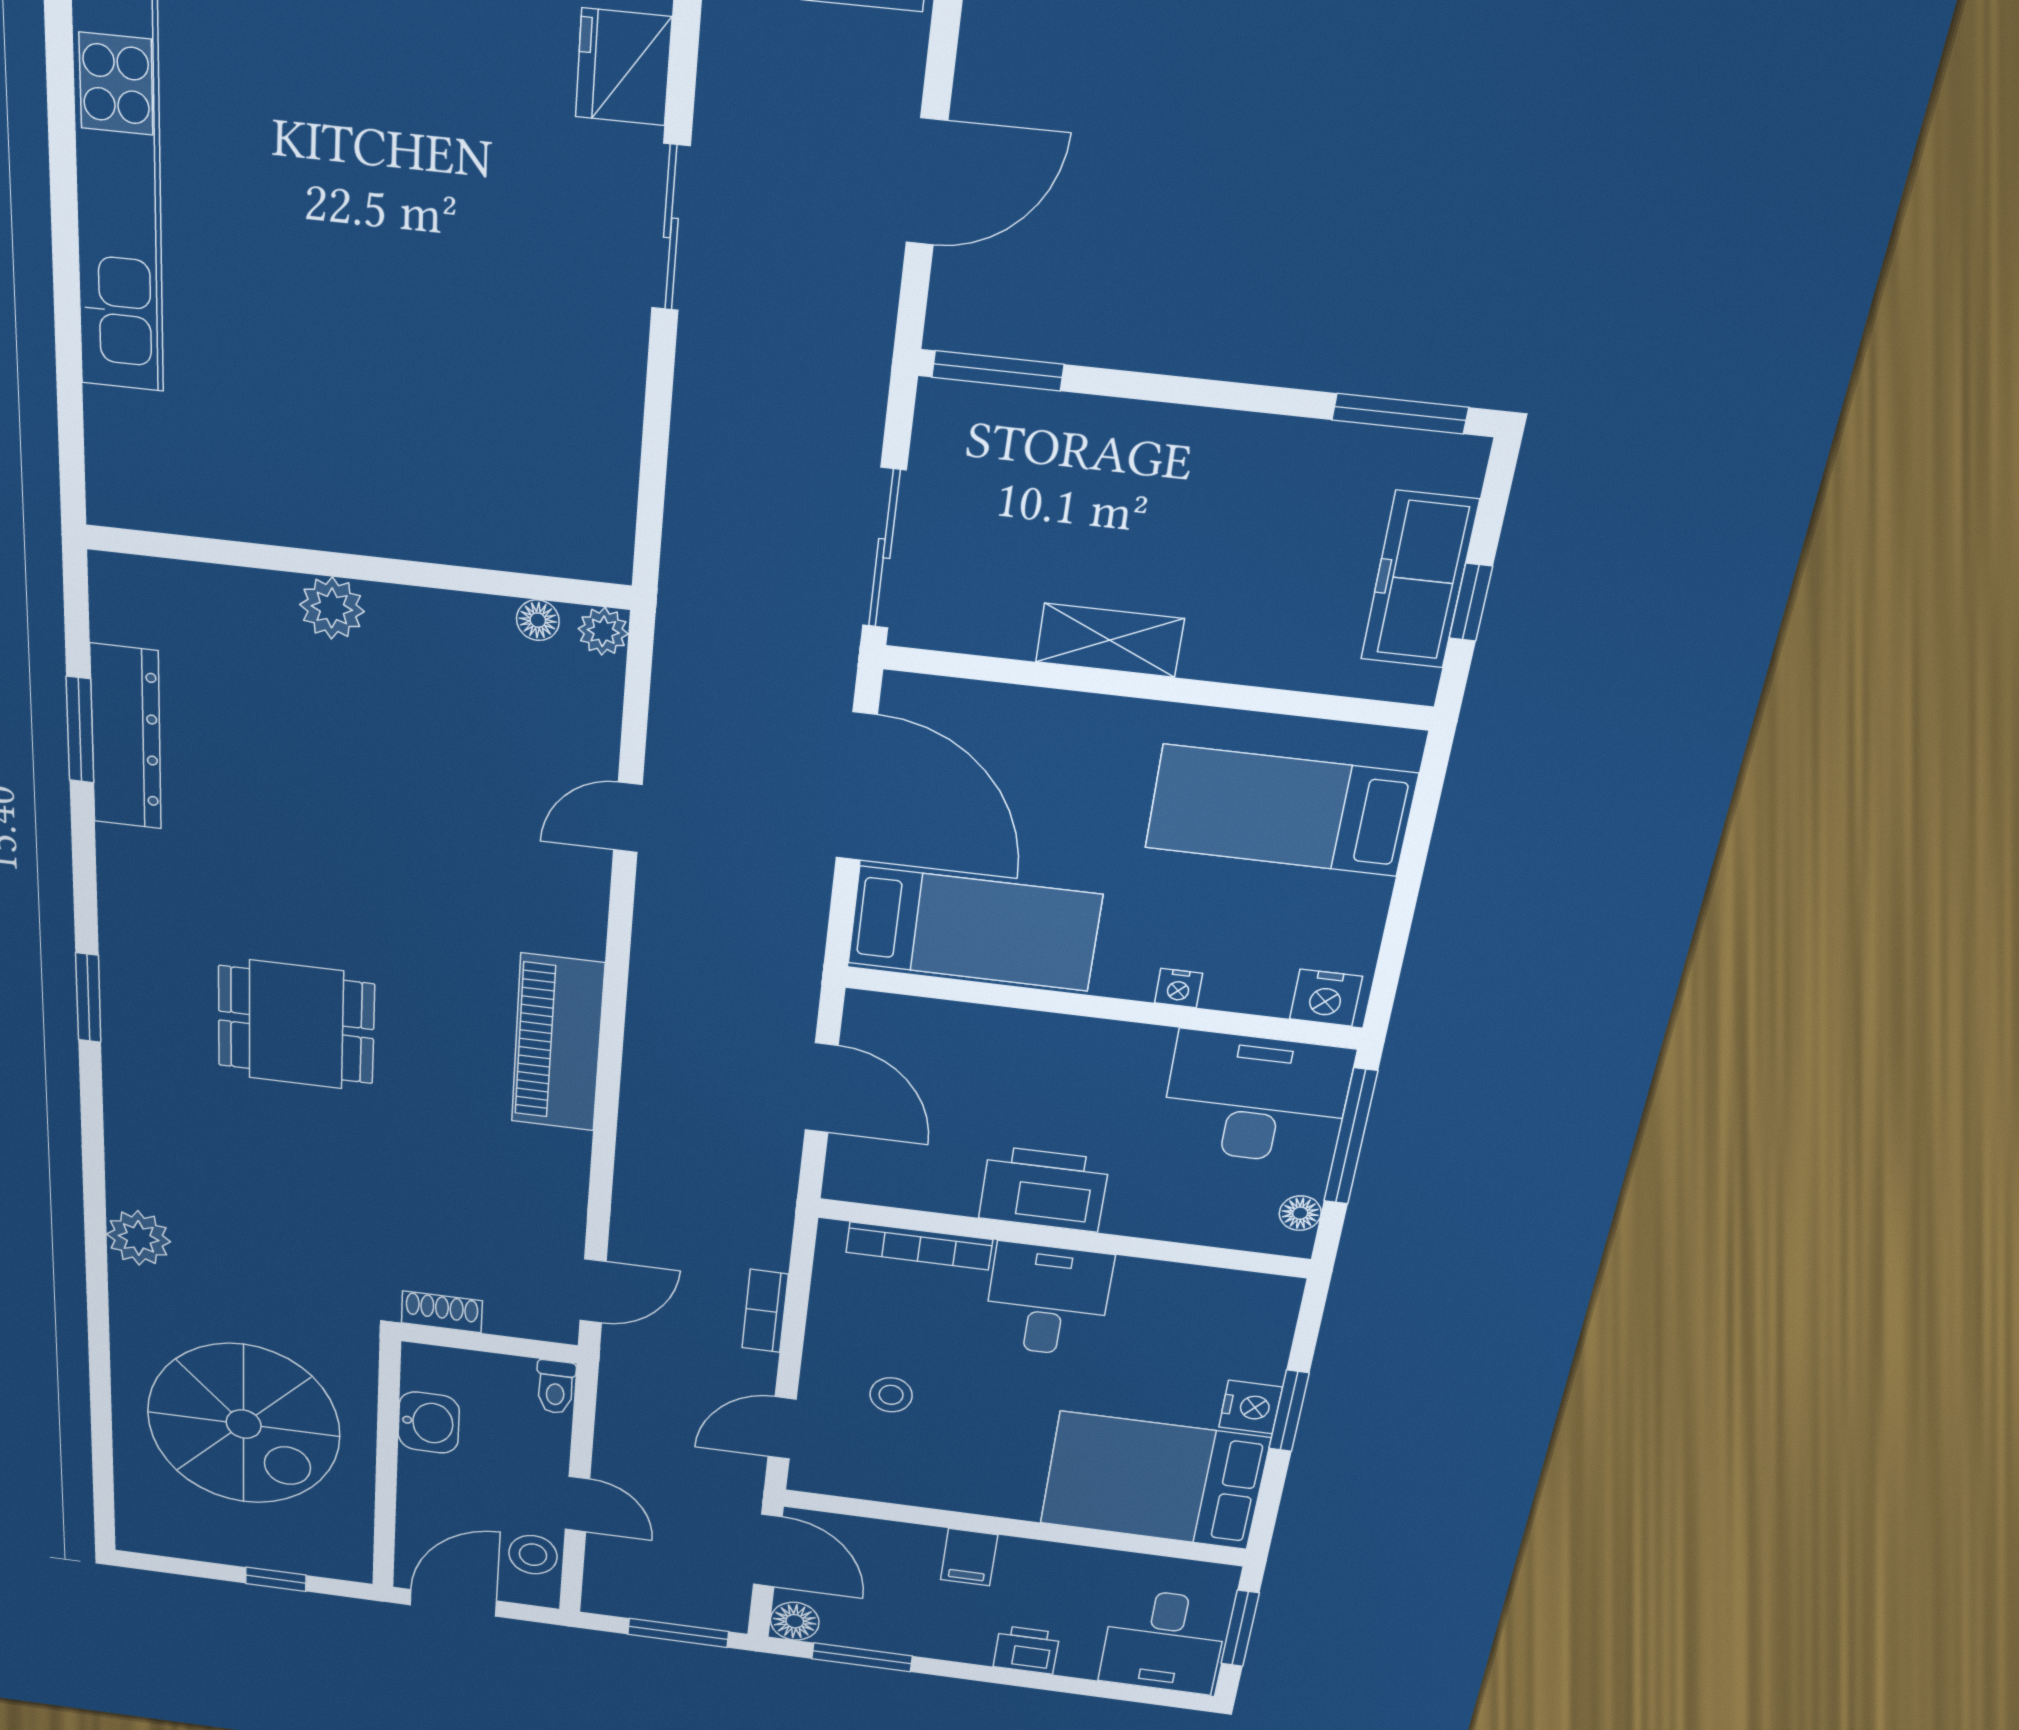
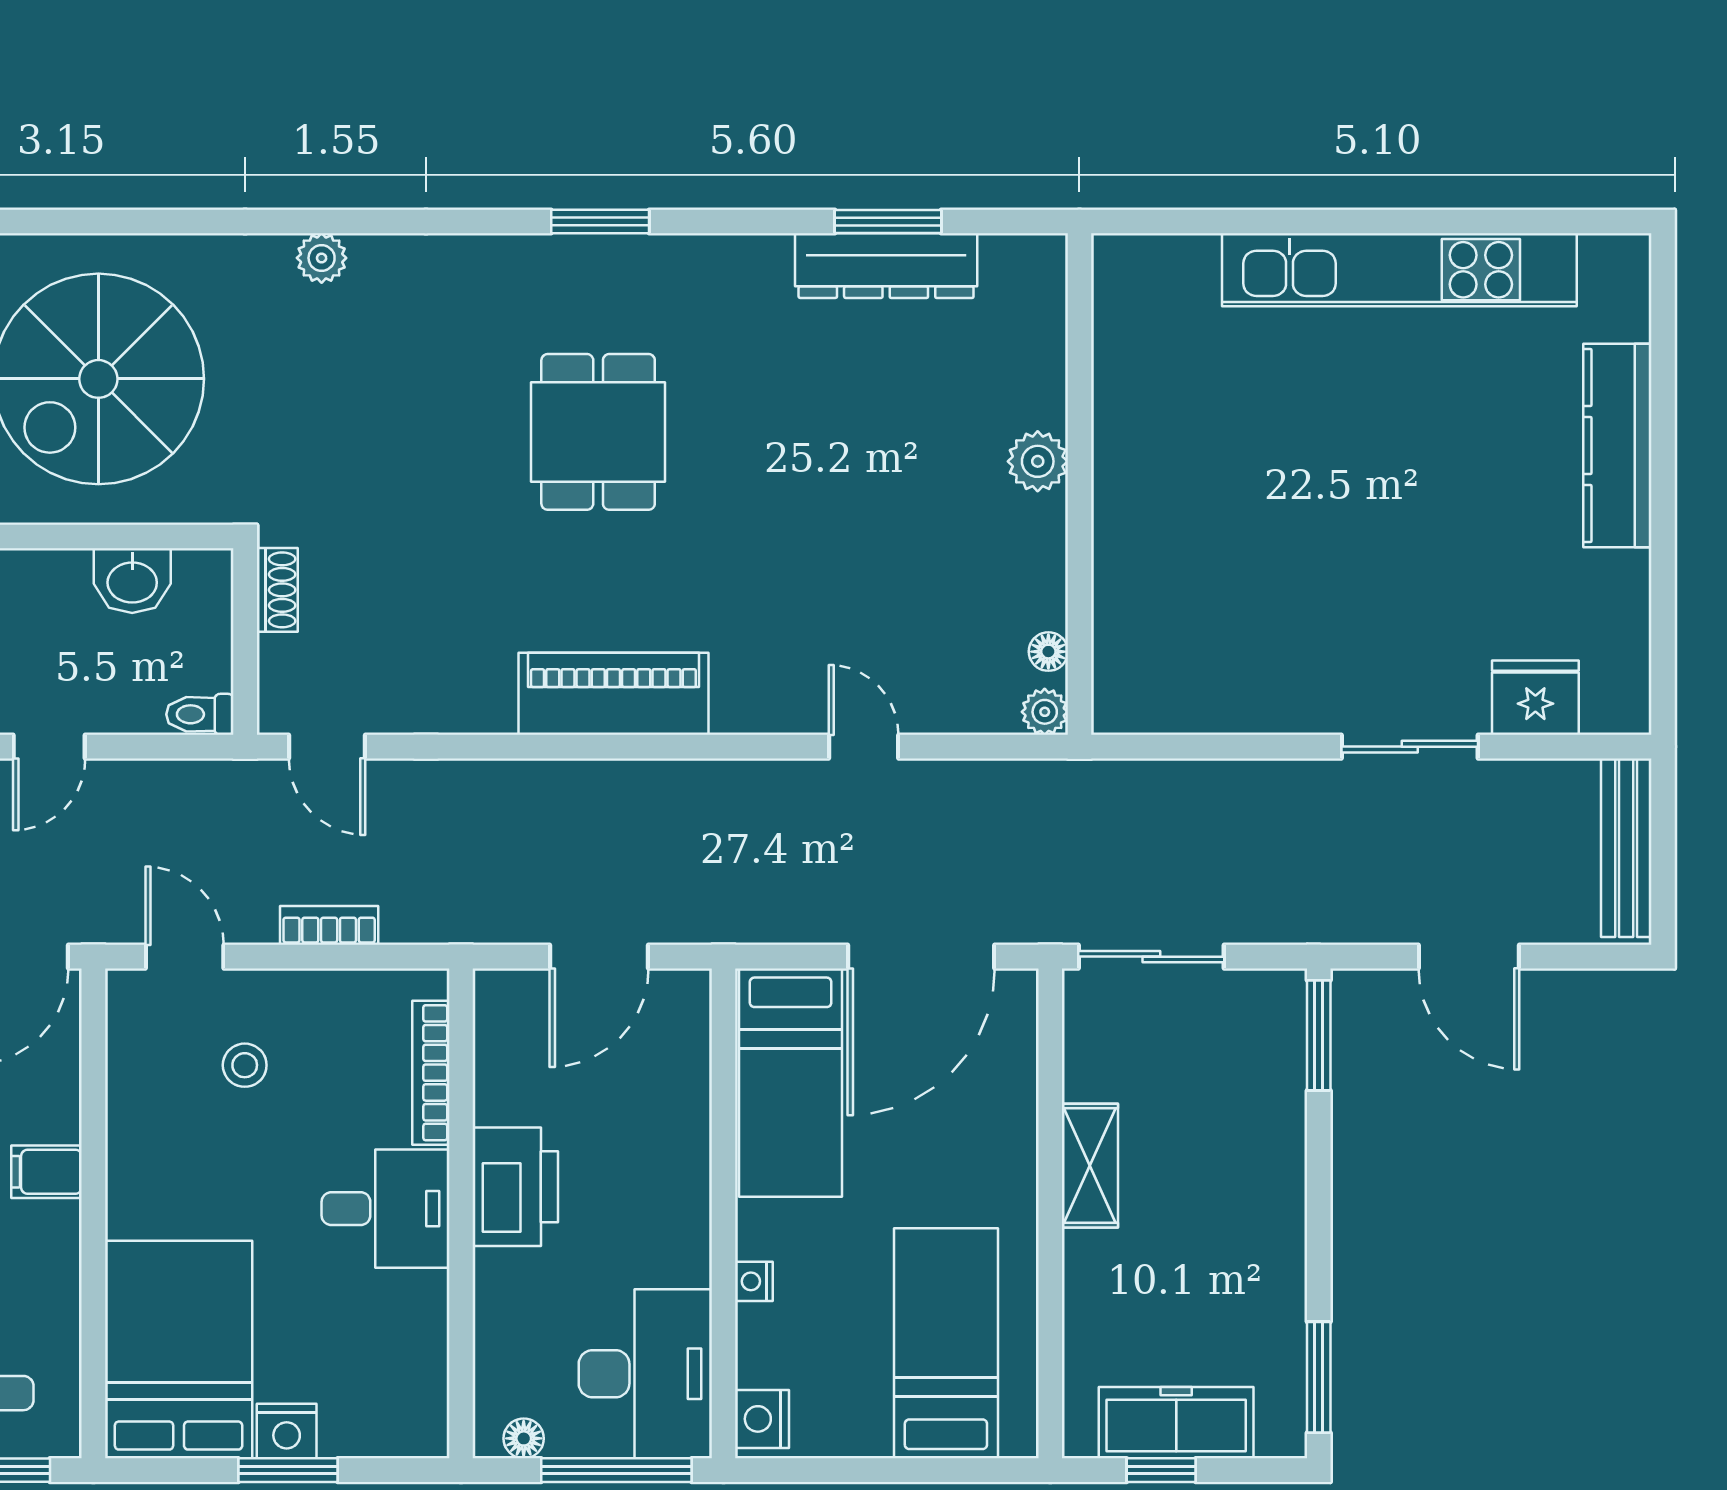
plant: (139, 1238) -> (322, 258), width x0.73, depth x0.73

